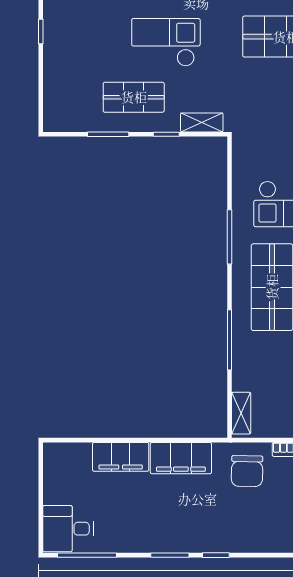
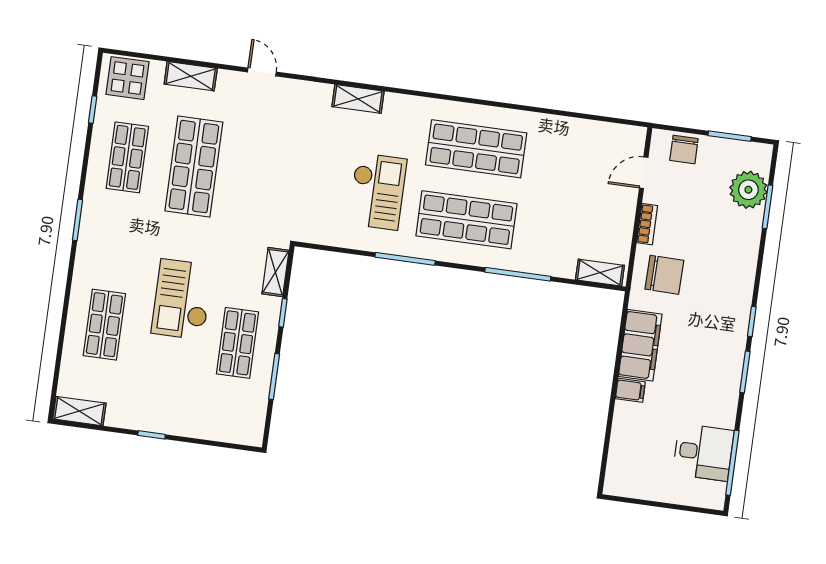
filing cabinet: (121, 457) -> (630, 390), width x0.33, depth x0.86
desk: (68, 529) -> (703, 452), moved, turned -90

